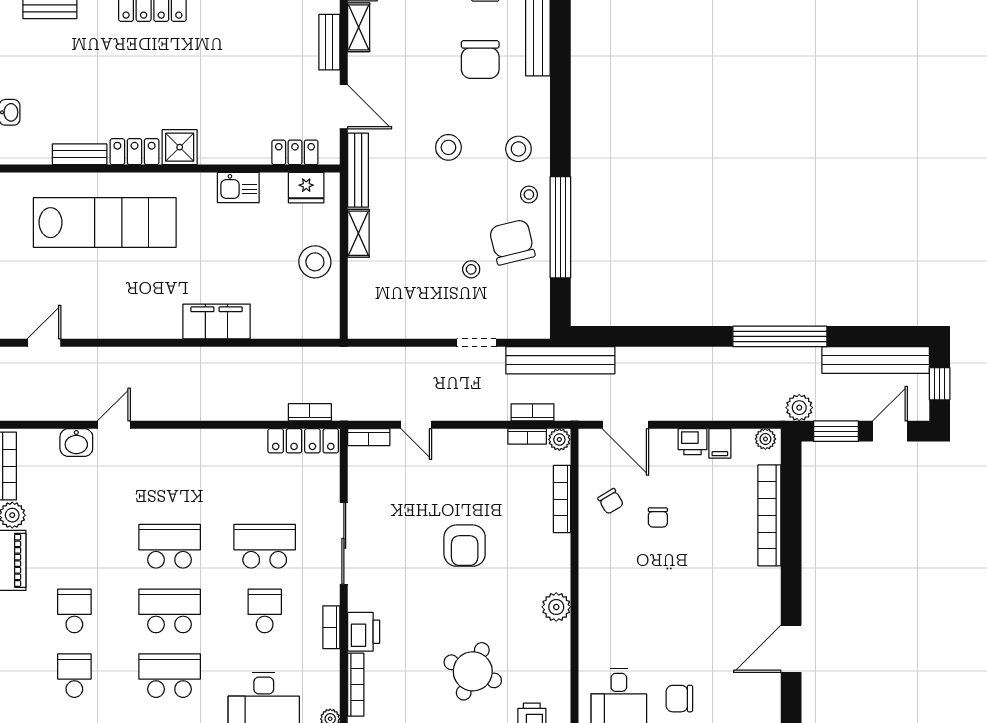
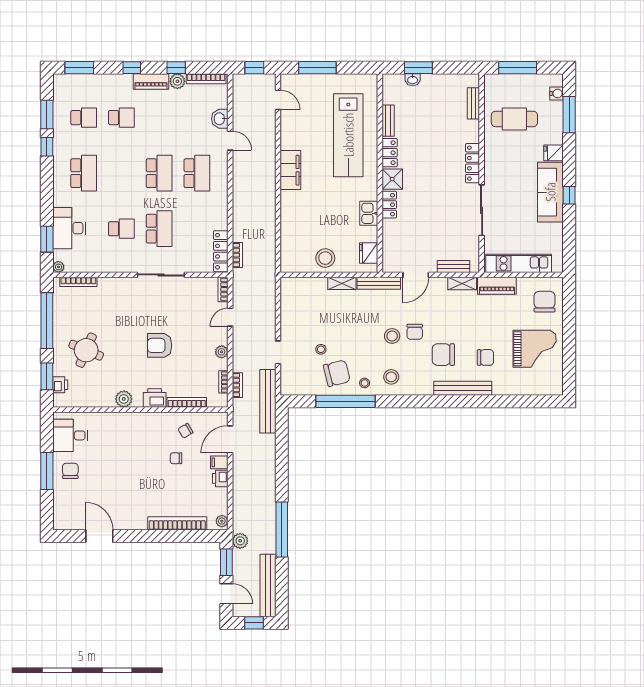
chair: (441, 109) -> (415, 332), added
locker: (295, 152) -> (389, 205), moved
filing cabinet: (217, 322) -> (290, 170), moved
plant: (559, 440) -> (222, 352), moved
filing cabinet: (720, 443) -> (219, 462), moved
school desk: (170, 611) -> (197, 173), moved
bookcase: (331, 627) -> (112, 268), removed
printer: (364, 632) -> (155, 398), moved, turned 180

